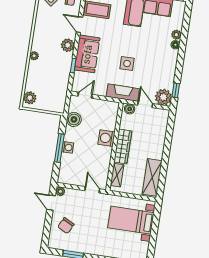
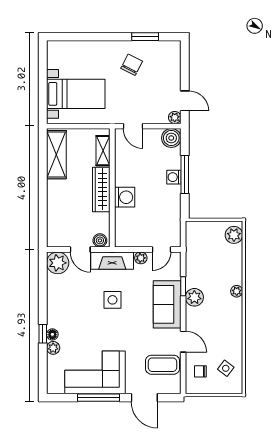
plant: (68, 45) -> (194, 297), moved
window: (176, 90) -> (43, 334), moved
plant: (101, 91) -> (141, 258), added
boiler: (74, 119) -> (171, 138), moved
chair: (66, 226) -> (132, 65), moved

